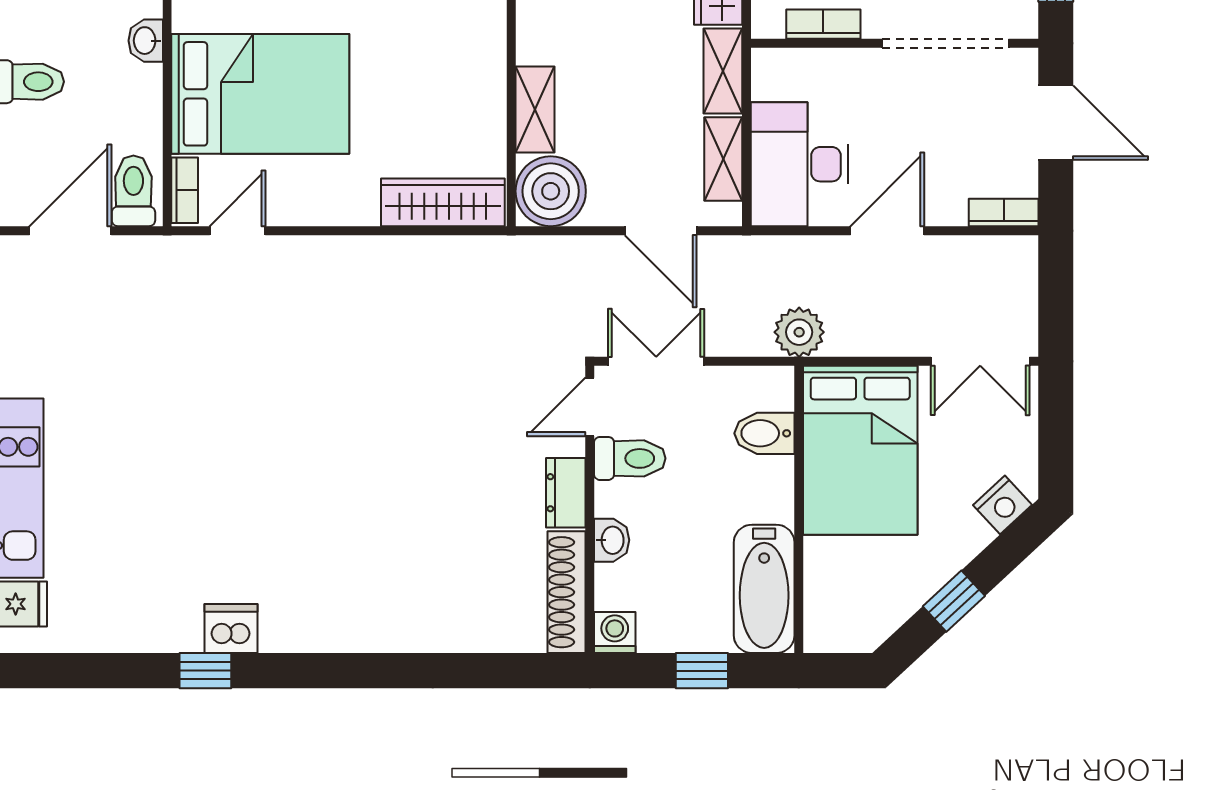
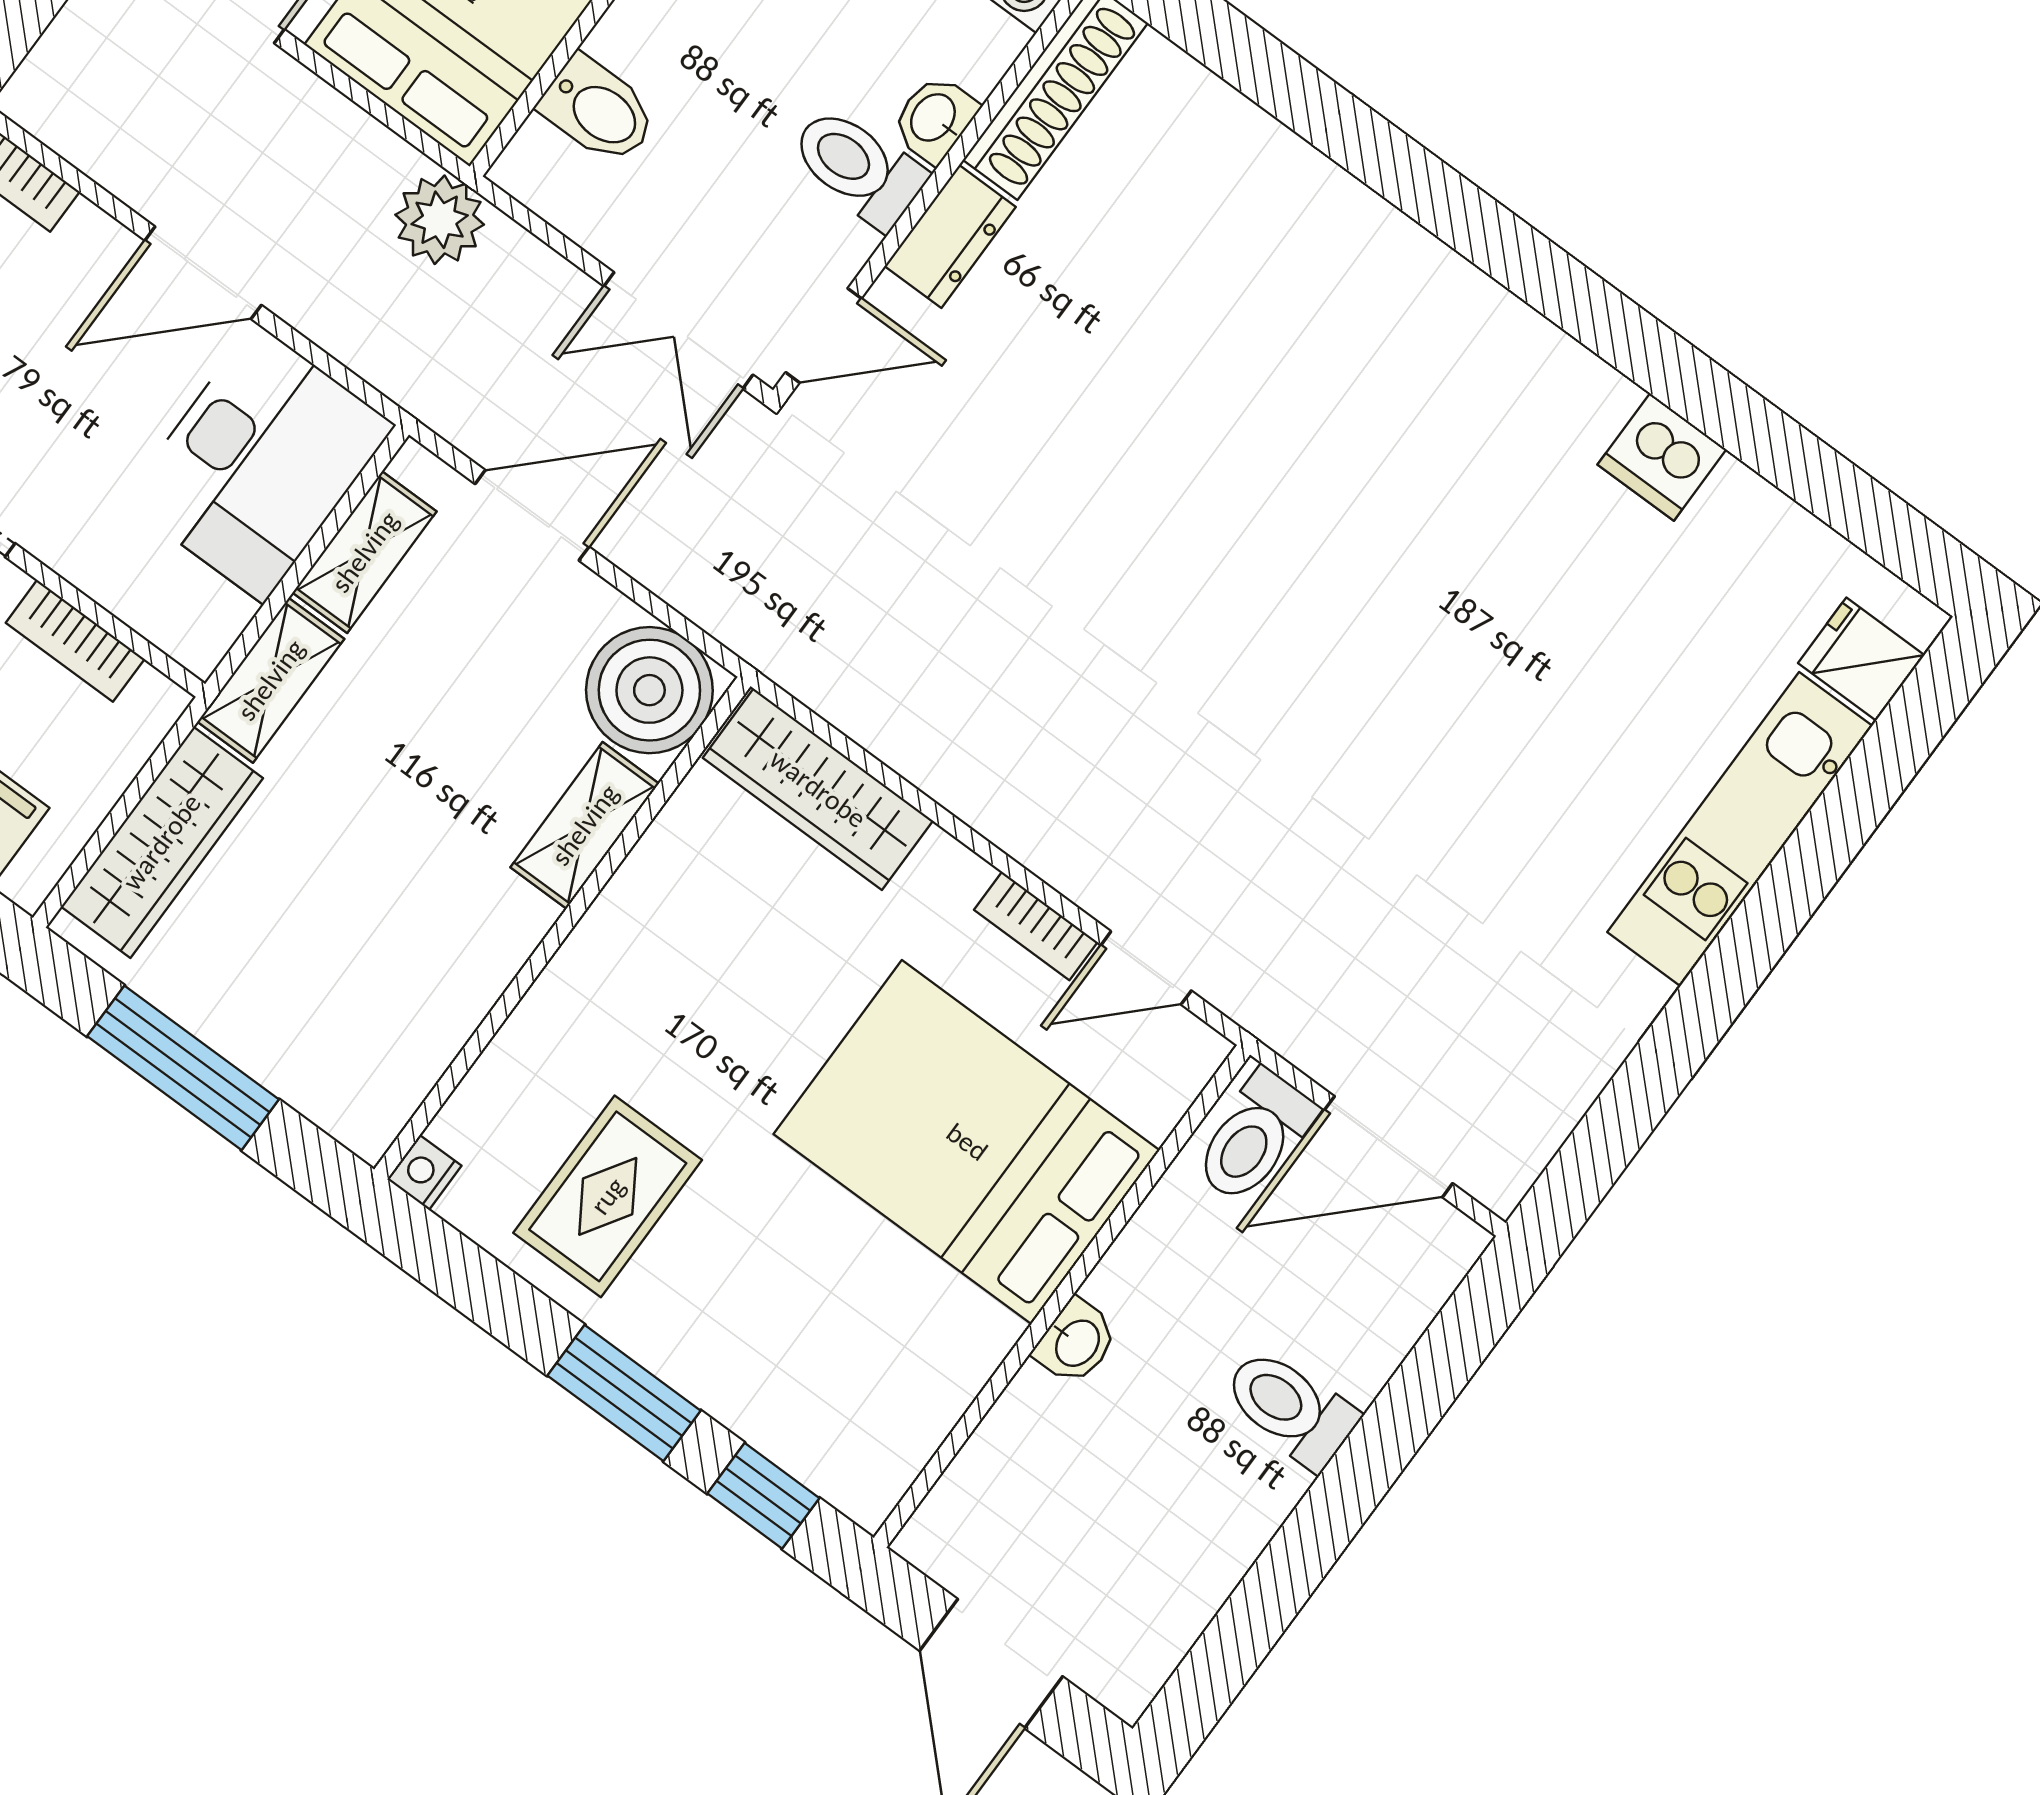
bookcase: (185, 190) -> (1036, 926), moved, turned -90
door: (661, 231) -> (532, 515), hinge flipped
toilet: (630, 458) -> (858, 167), moved
dishwasher: (231, 629) -> (1662, 457), moved
window: (205, 671) -> (1663, 364), removed

